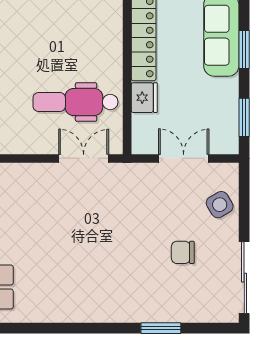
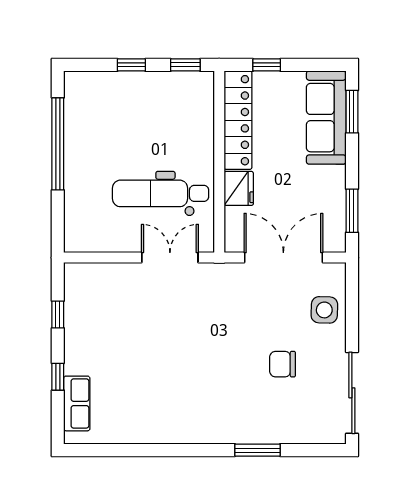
window: (244, 49) -> (352, 112), moved
double door: (184, 158) -> (283, 258), width x1.37
side table: (220, 205) -> (324, 310), turned 33

